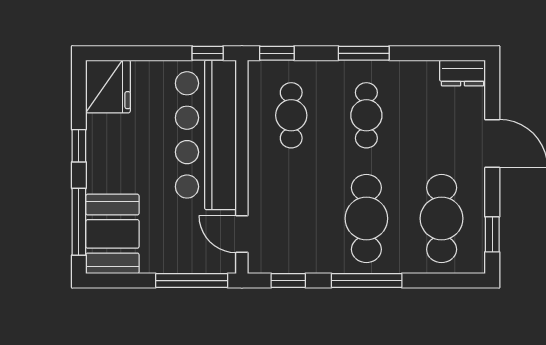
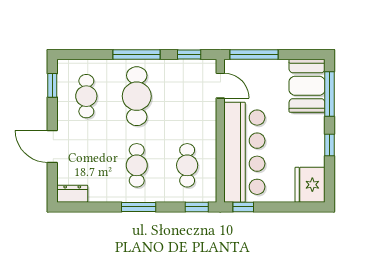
cafe table: (442, 218) -> (86, 96), width x0.73, depth x0.74

